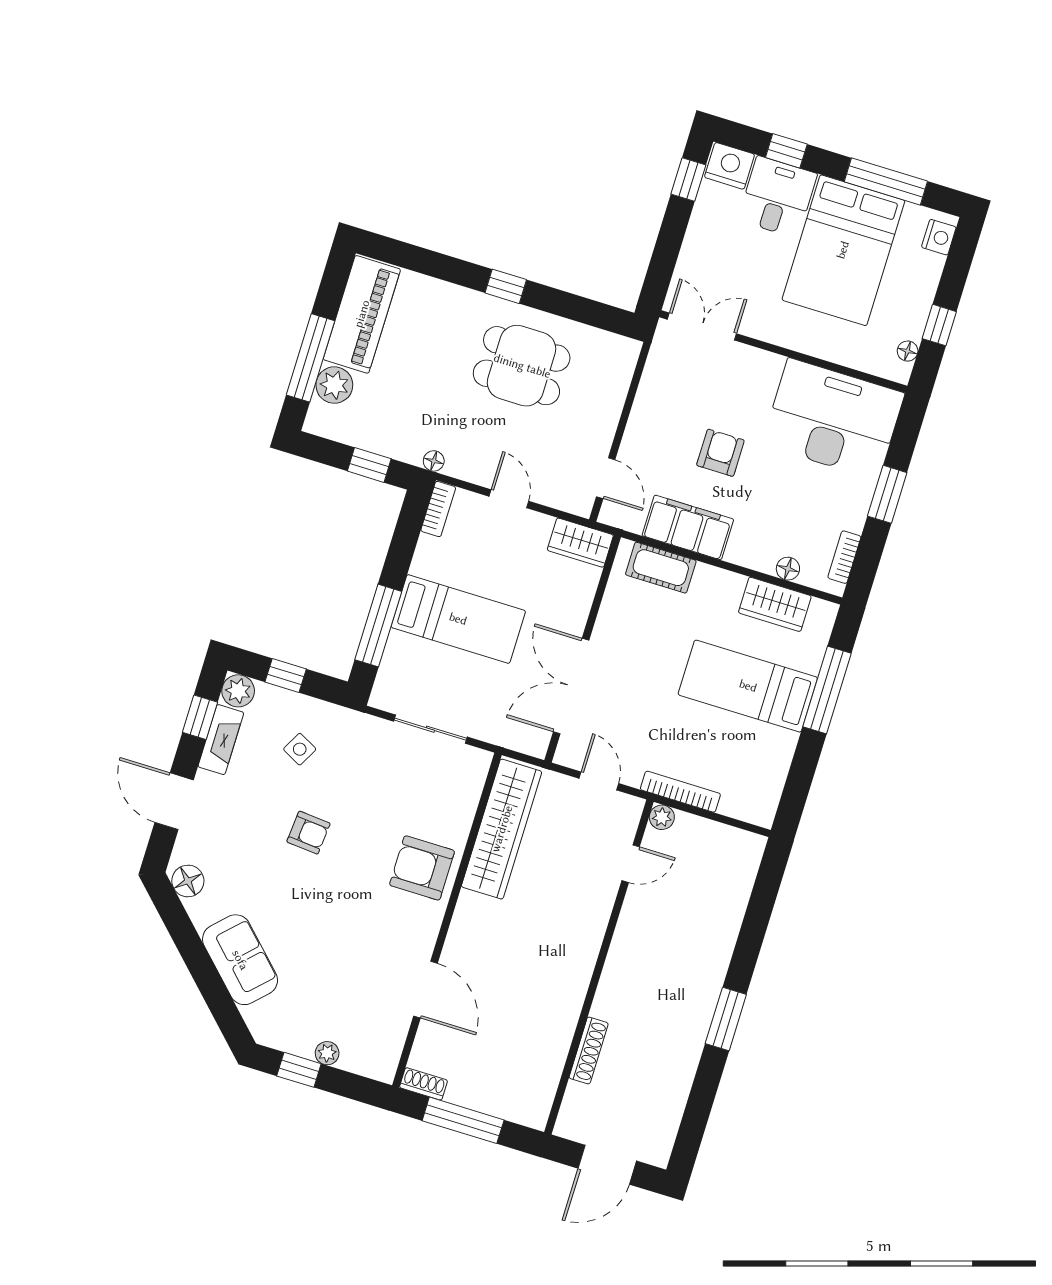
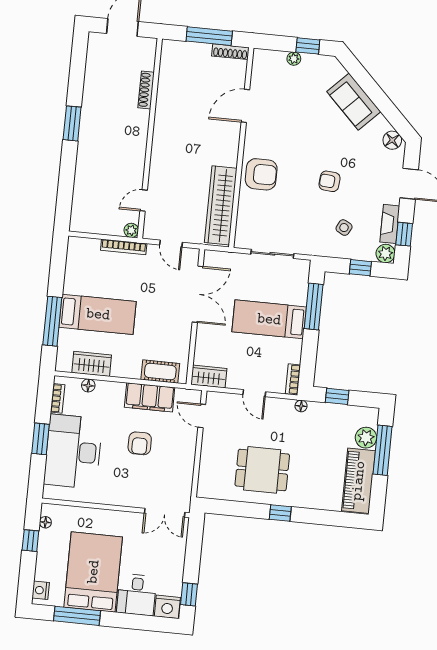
window: (786, 151) -> (137, 622), removed
desk: (833, 419) -> (73, 452), moved, turned 90
door: (425, 990) -> (245, 106), hinge flipped
shoe rack: (424, 1084) -> (230, 52), width x1.43

